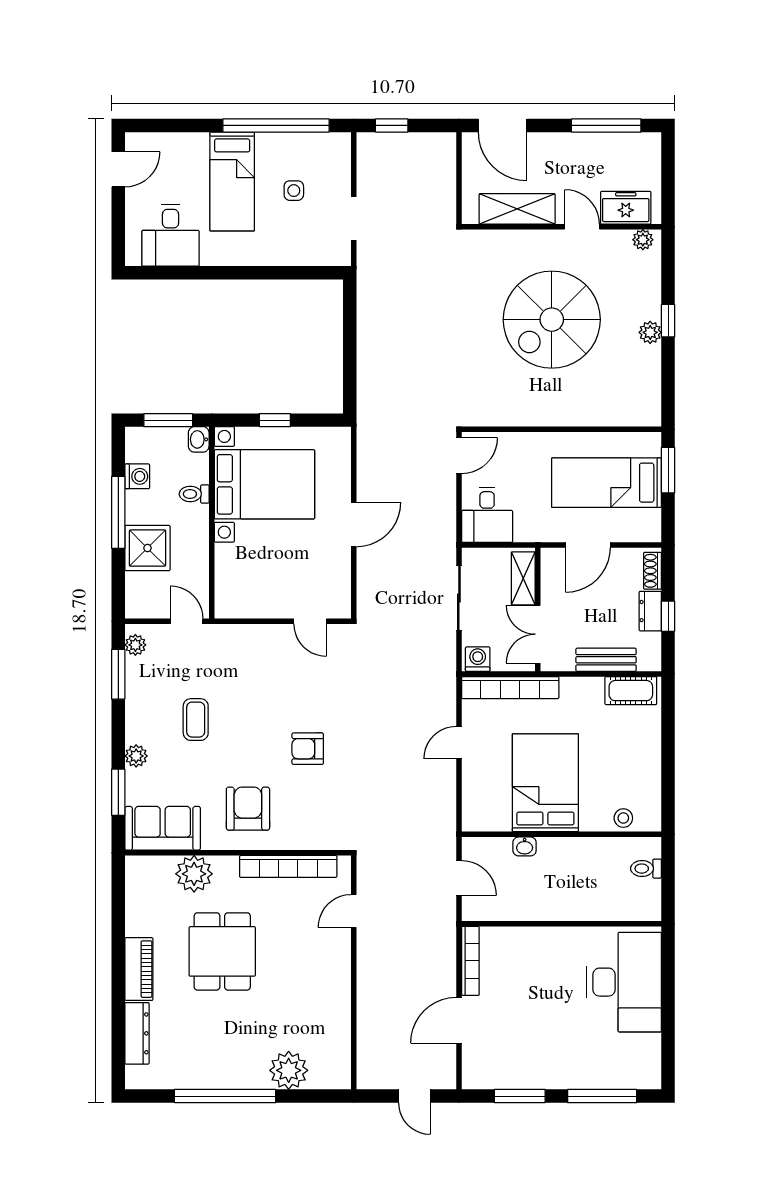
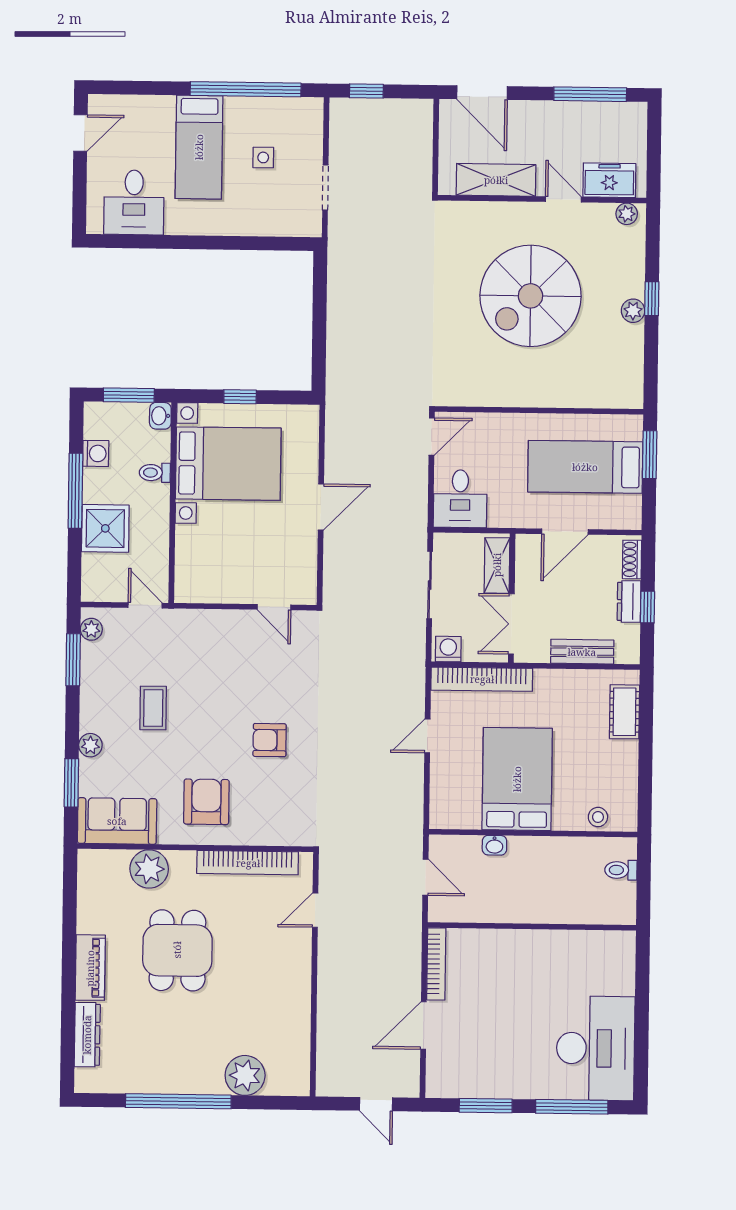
cot: (631, 691) -> (625, 712), moved, turned 90
desk: (624, 982) -> (596, 1048), moved

